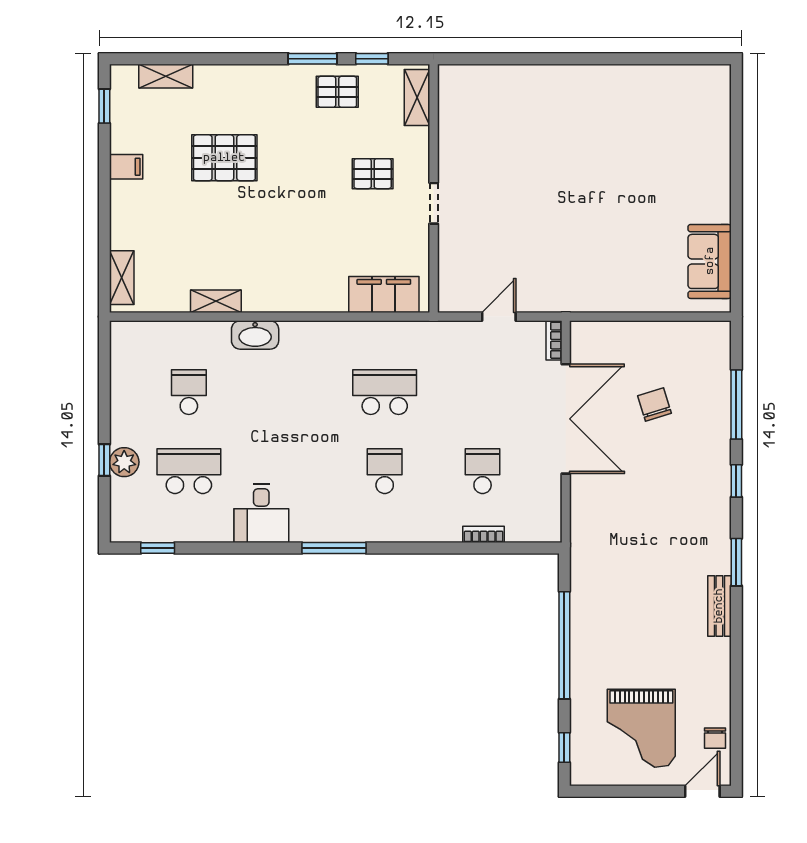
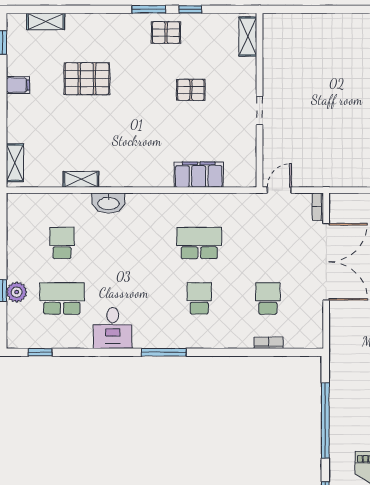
shelving: (417, 98) -> (248, 36), moved
wall: (434, 188) -> (259, 100), moved
doorway: (434, 203) -> (259, 111), moved

